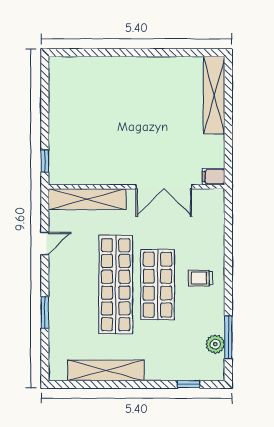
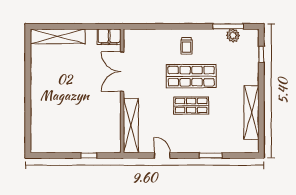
window: (45, 161) -> (89, 155), moved
filing cabinet: (213, 177) -> (109, 37), width x2.00
double door: (164, 187) -> (122, 72), swing flipped
shop shelf: (116, 285) -> (191, 106), width x0.50, depth x0.74

